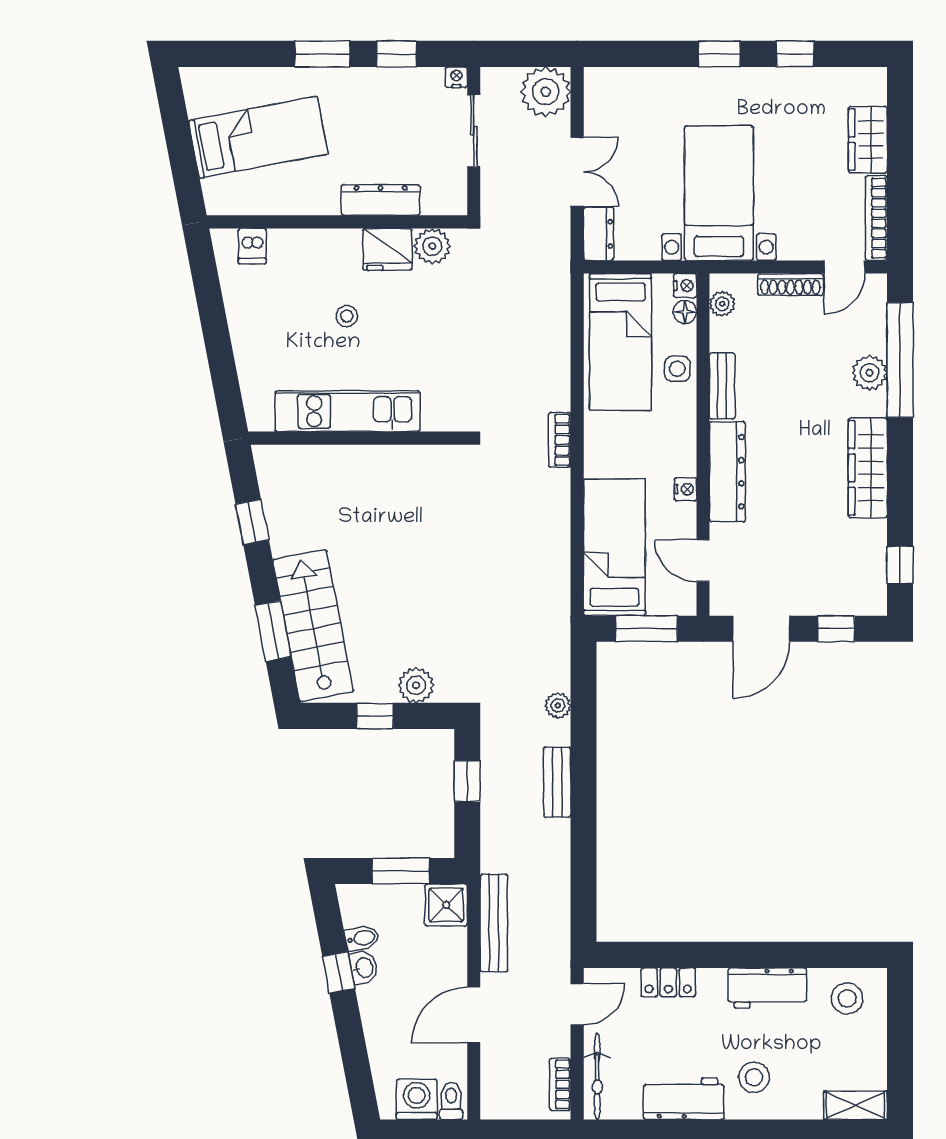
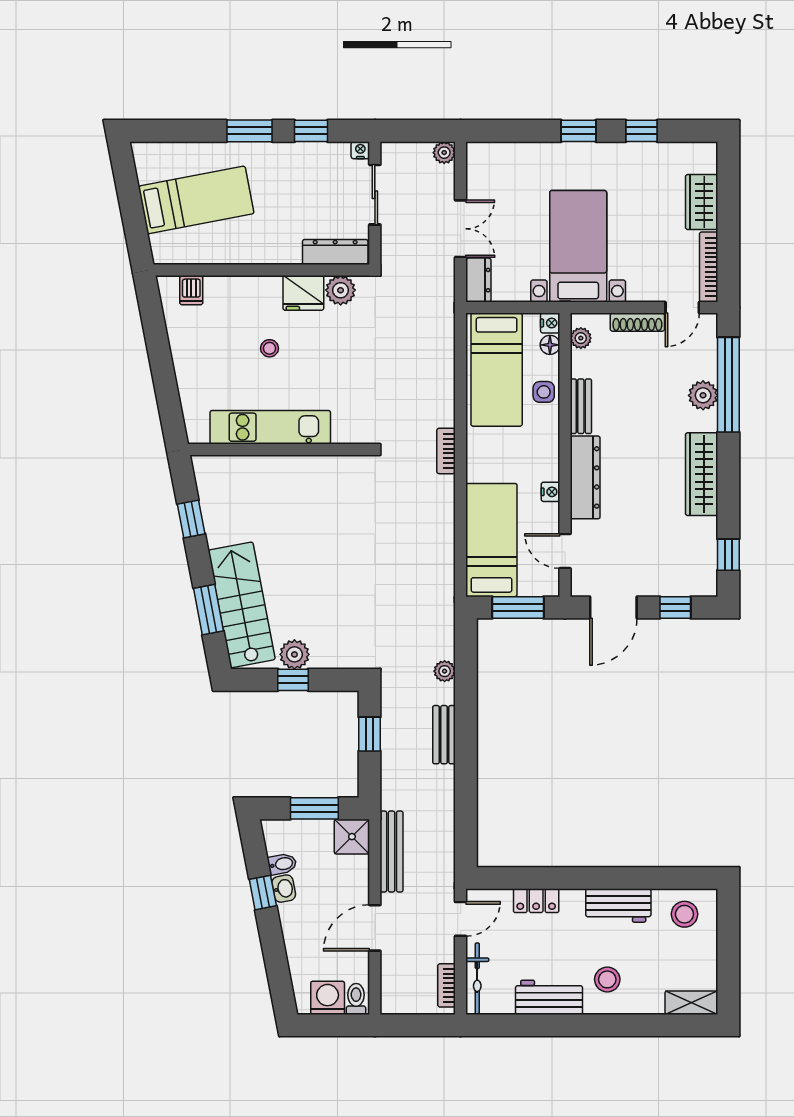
plant: (546, 92) -> (444, 153), width x0.53, depth x0.53
dresser: (381, 200) -> (335, 252), moved
plant: (416, 685) -> (294, 654), moved

